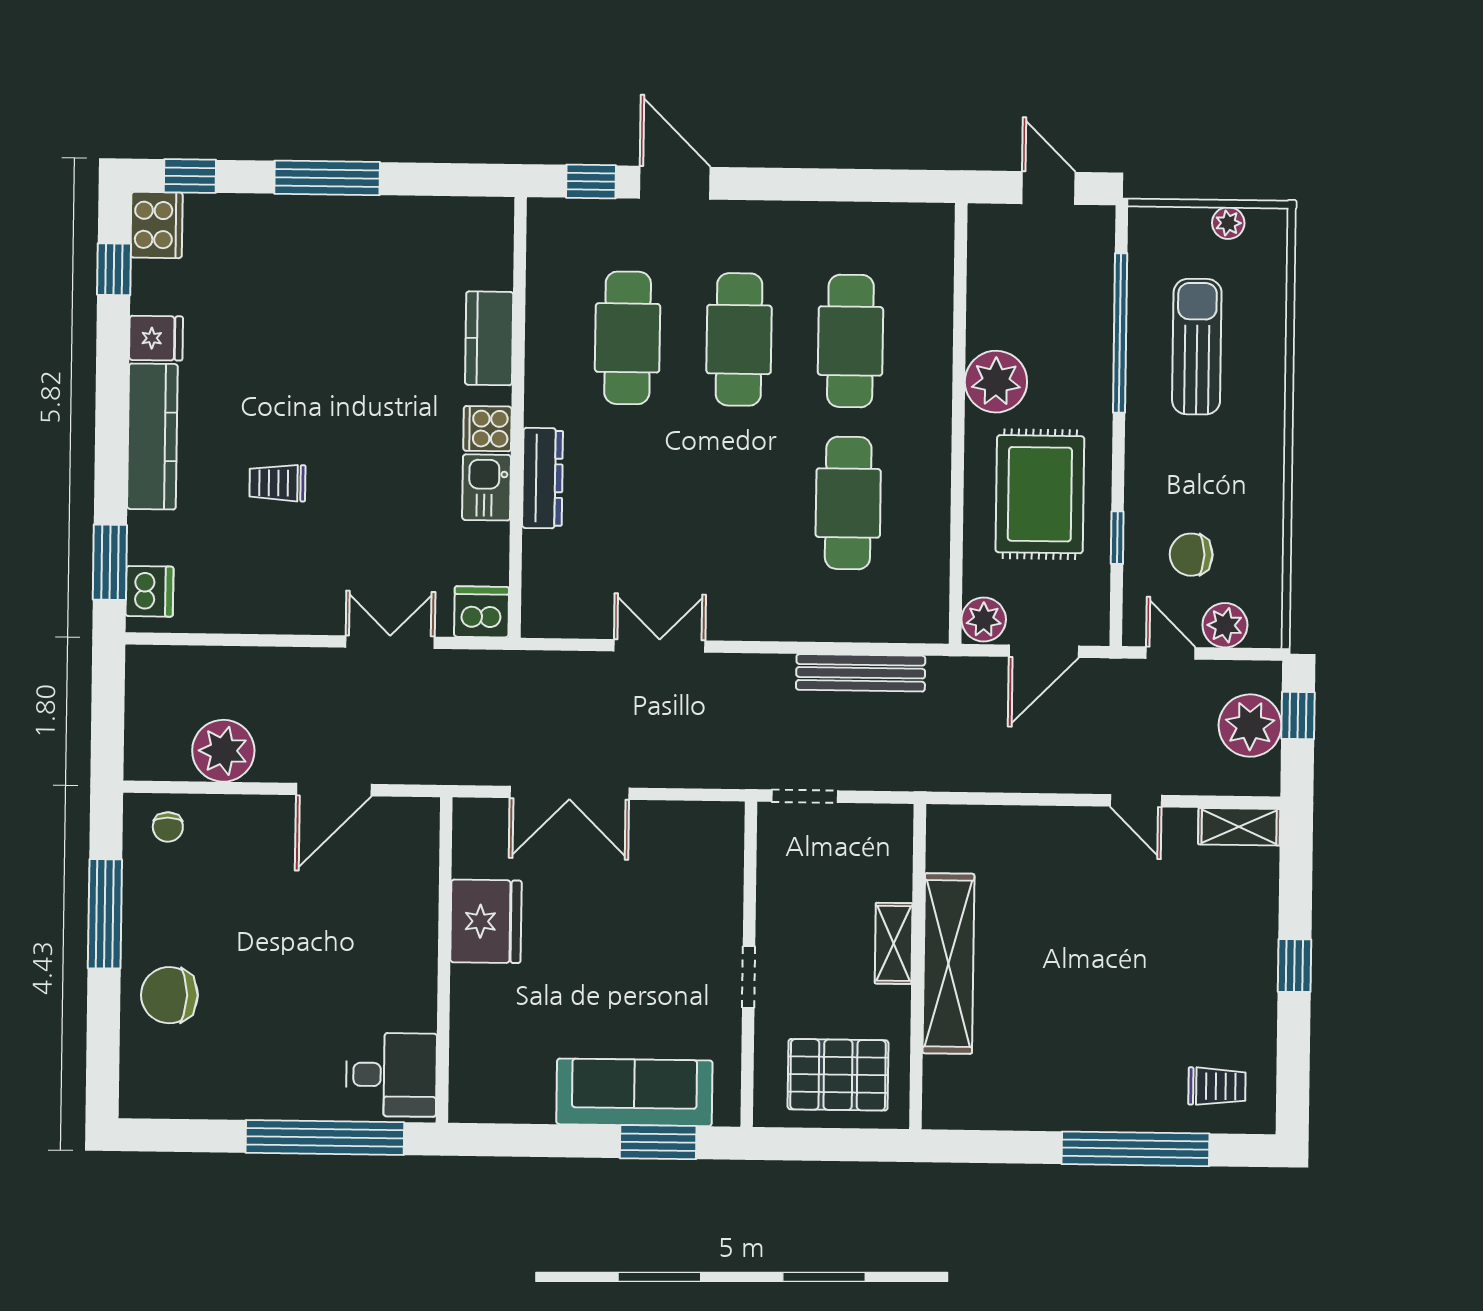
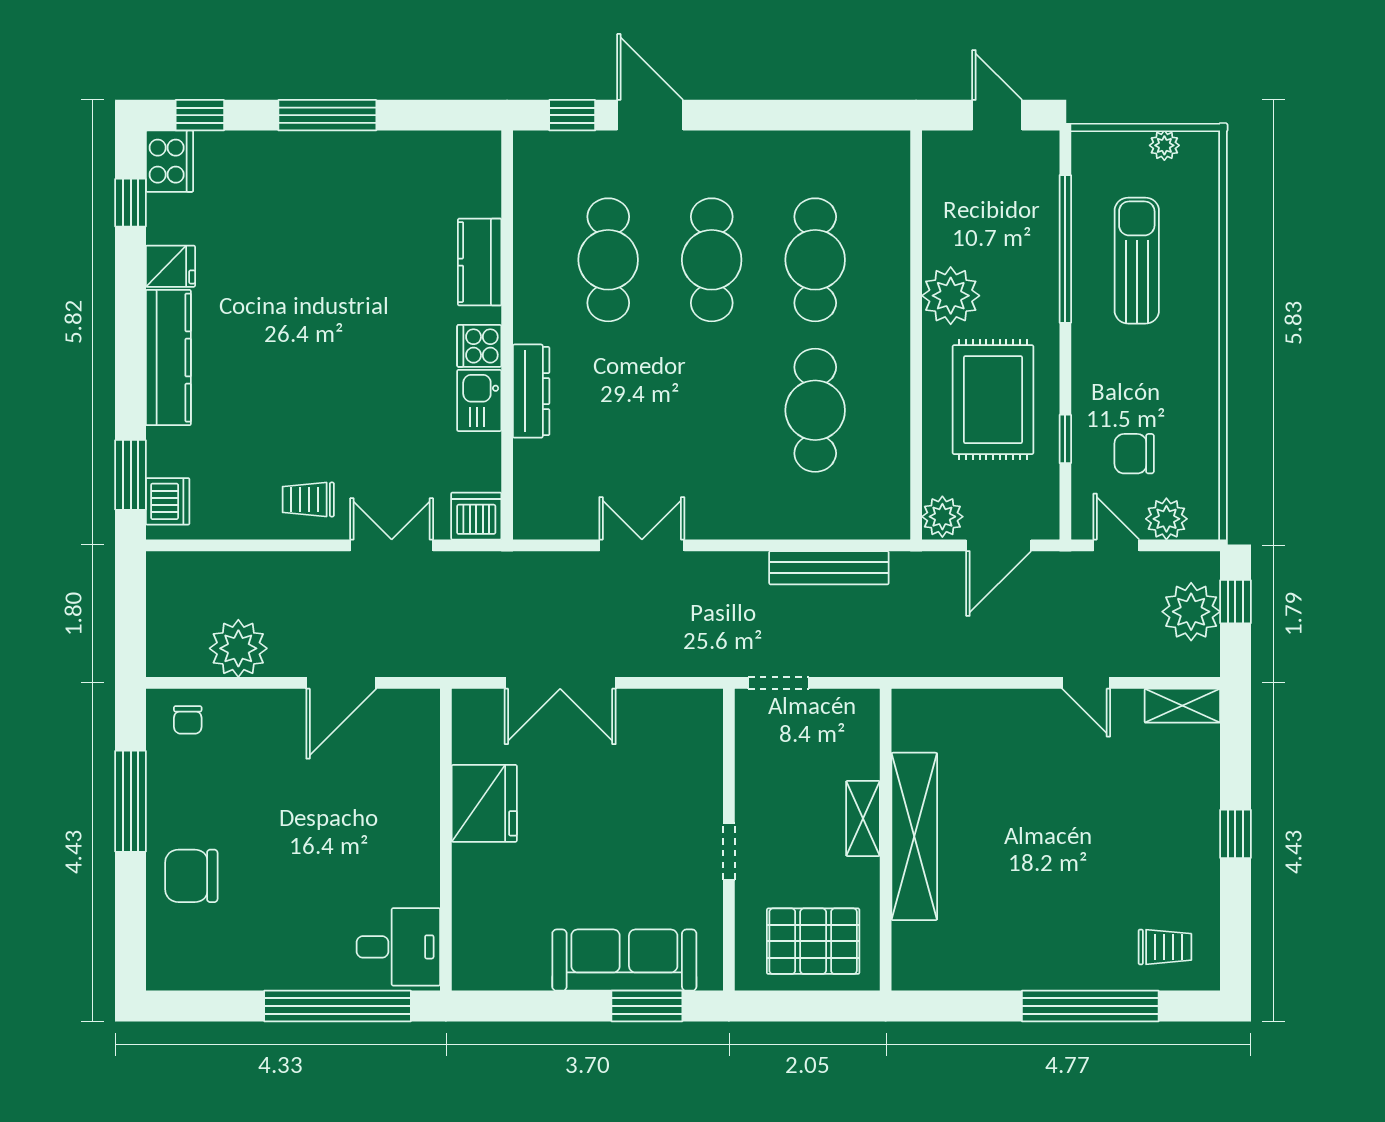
trolley: (277, 483) -> (308, 500), moved

